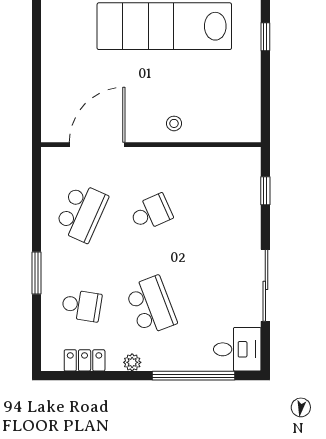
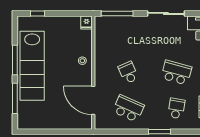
fridge: (248, 132) -> (87, 22), added
window: (265, 191) -> (117, 13), width x2.17
school desk: (151, 306) -> (176, 73), turned 36

